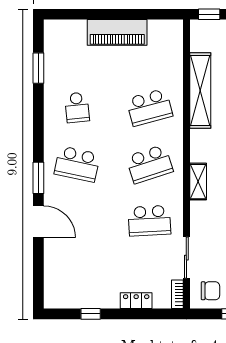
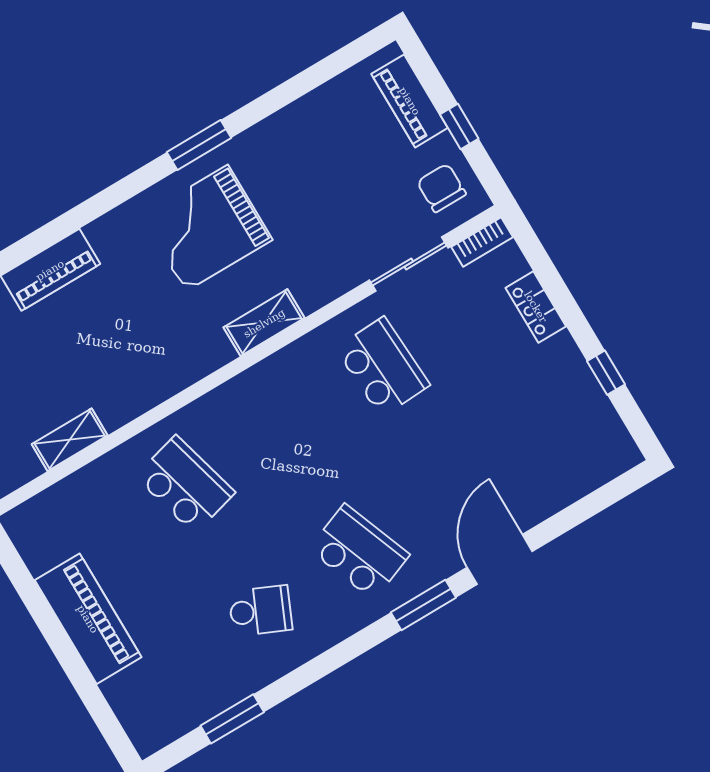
shelving: (200, 90) -> (70, 440), width x0.45, depth x0.75
school desk: (77, 107) -> (260, 611), turned 30
school desk: (77, 164) -> (359, 552), turned -33
school desk: (149, 164) -> (284, 426), removed

